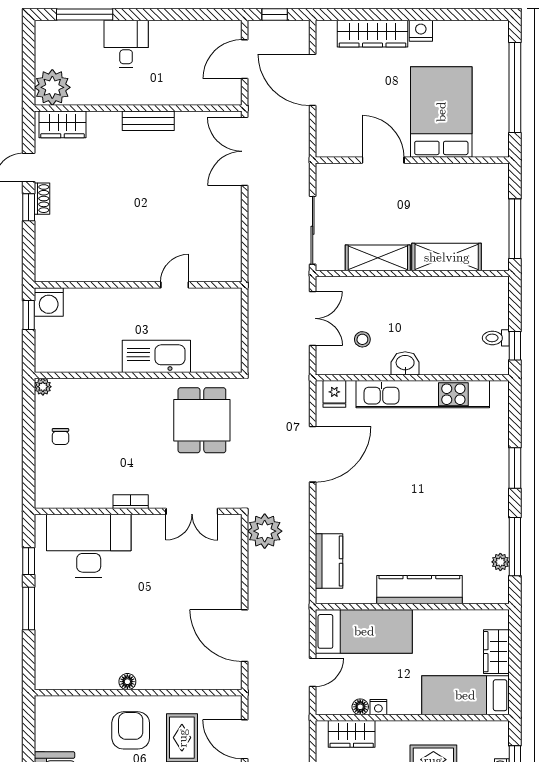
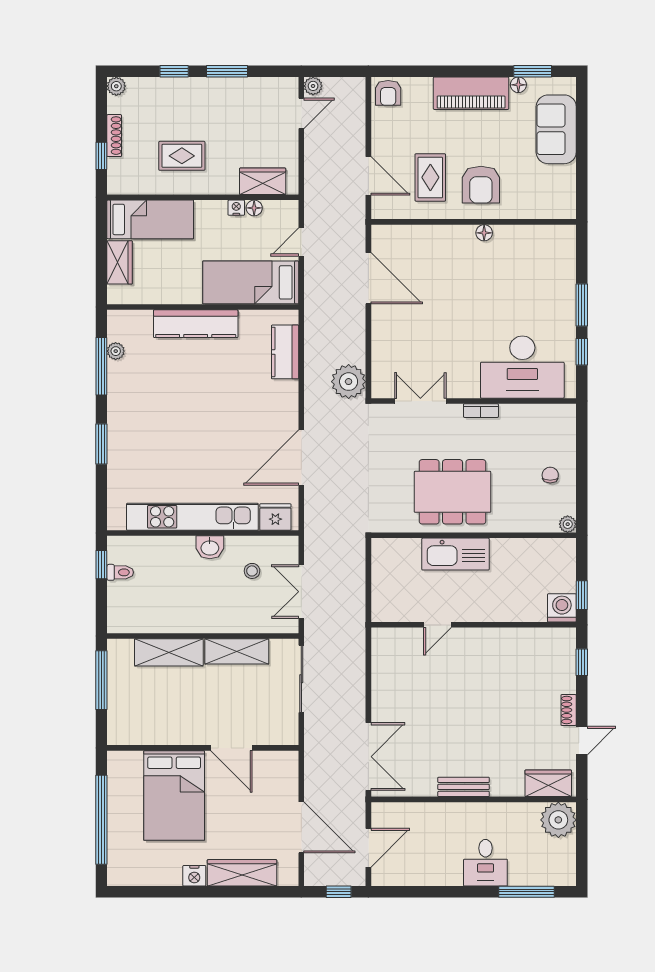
window: (29, 207) -> (582, 662), moved
fridge: (334, 394) -> (275, 517), width x1.38
dining table: (202, 420) -> (453, 492), moved, width x1.38

